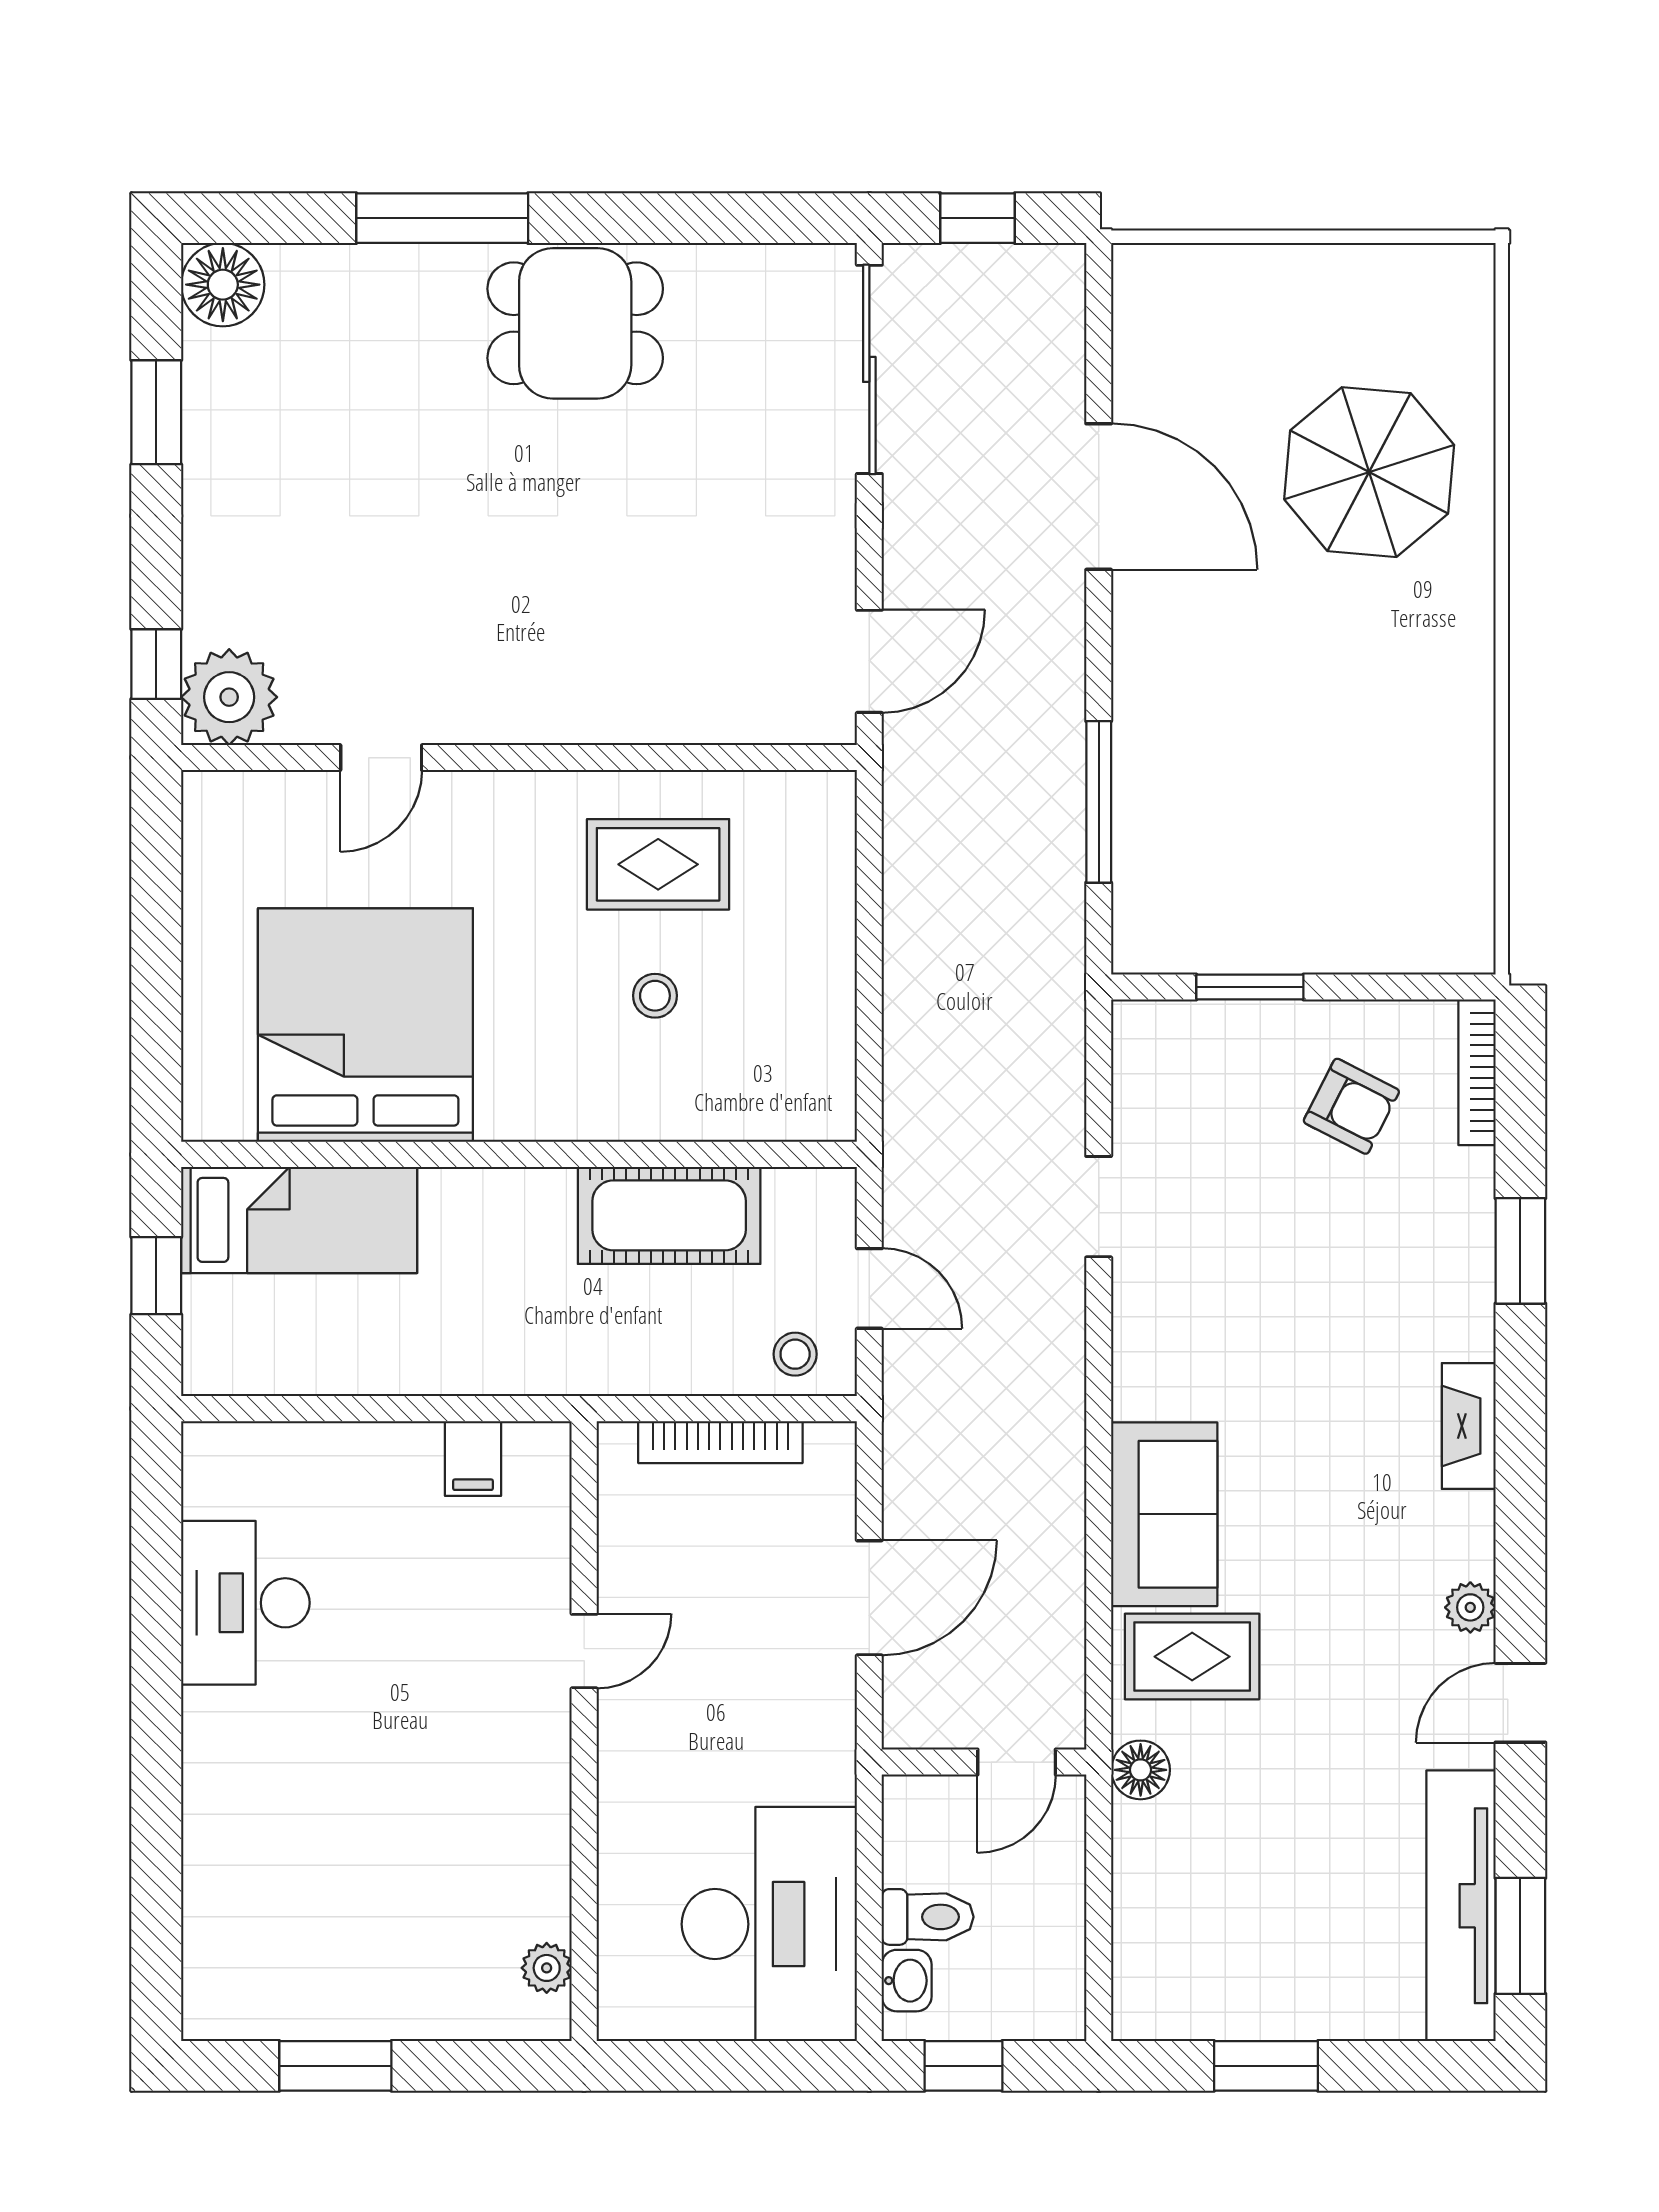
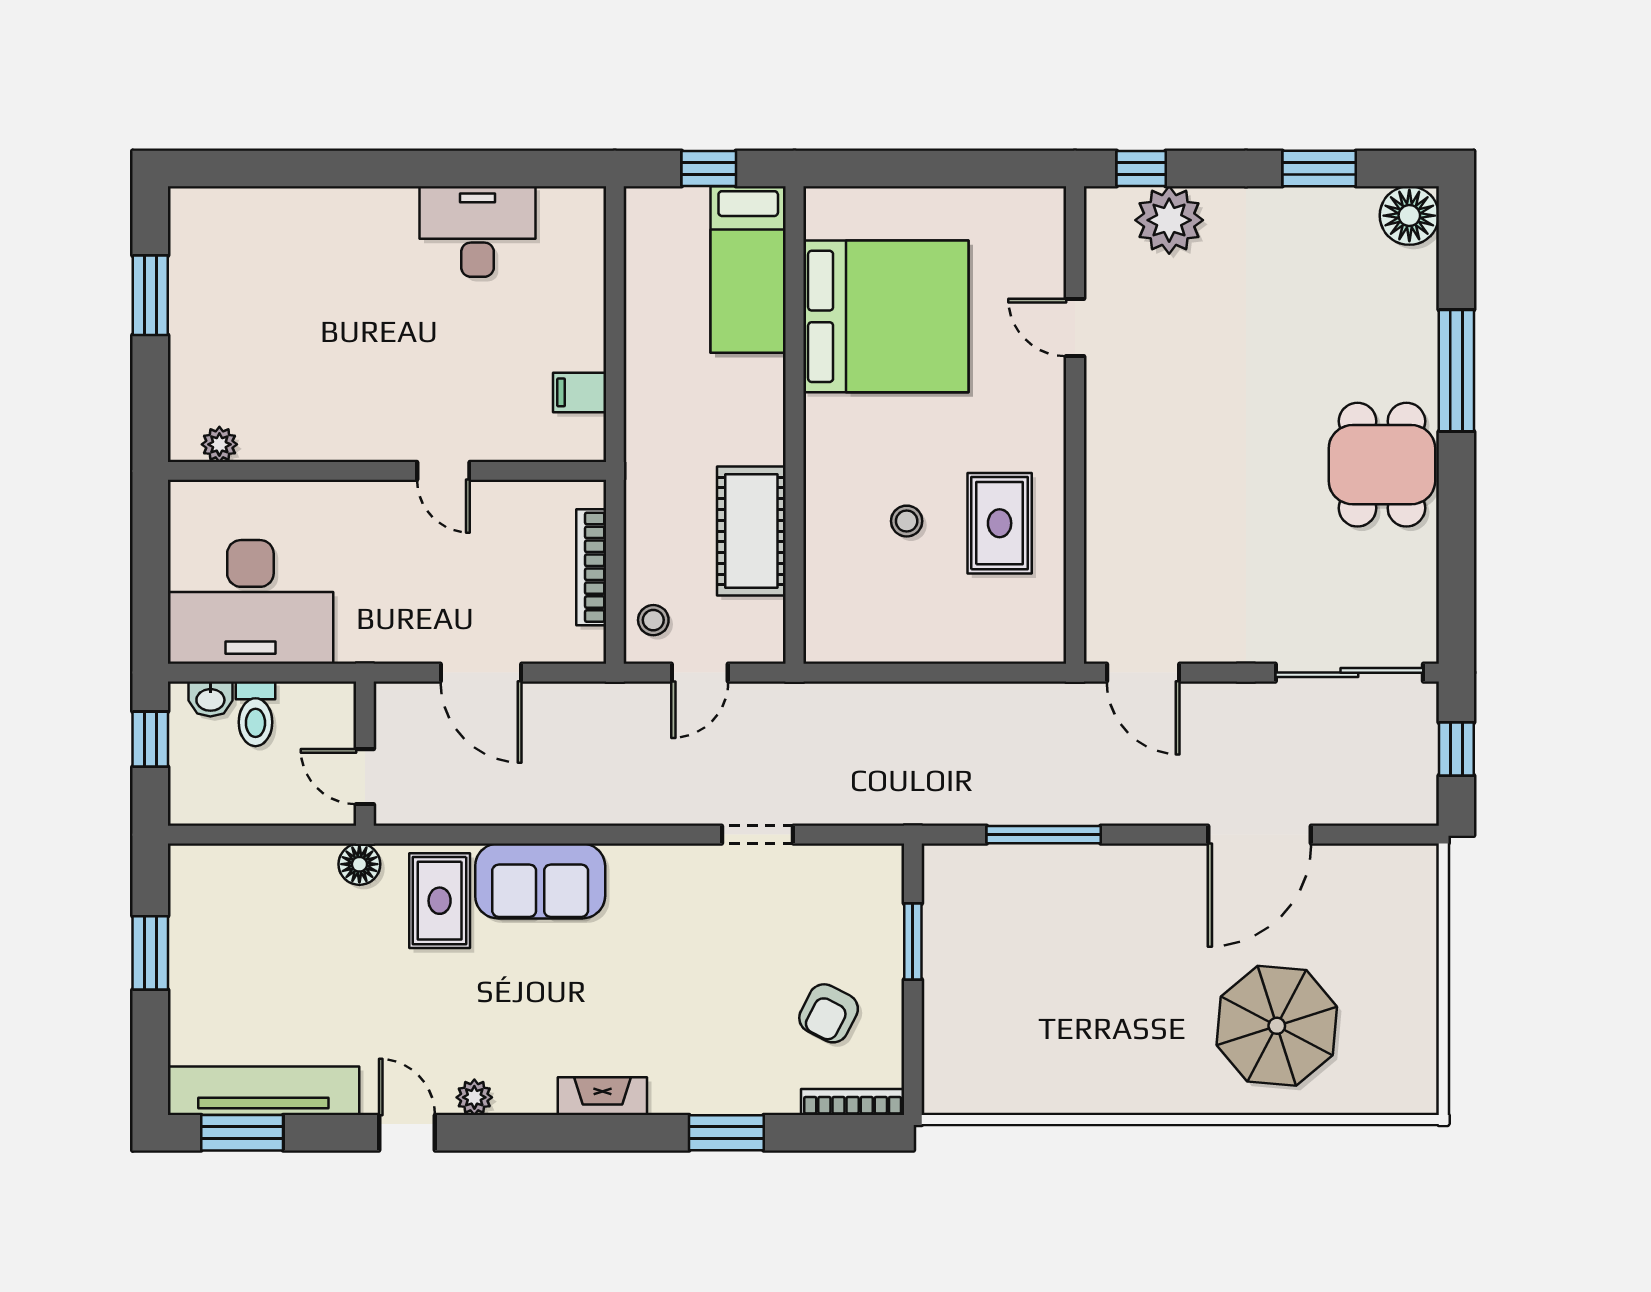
plant: (229, 697) -> (1169, 220), moved

